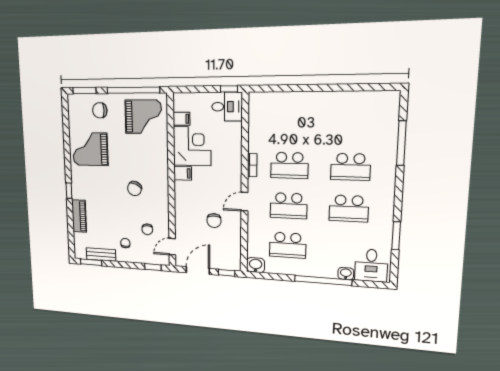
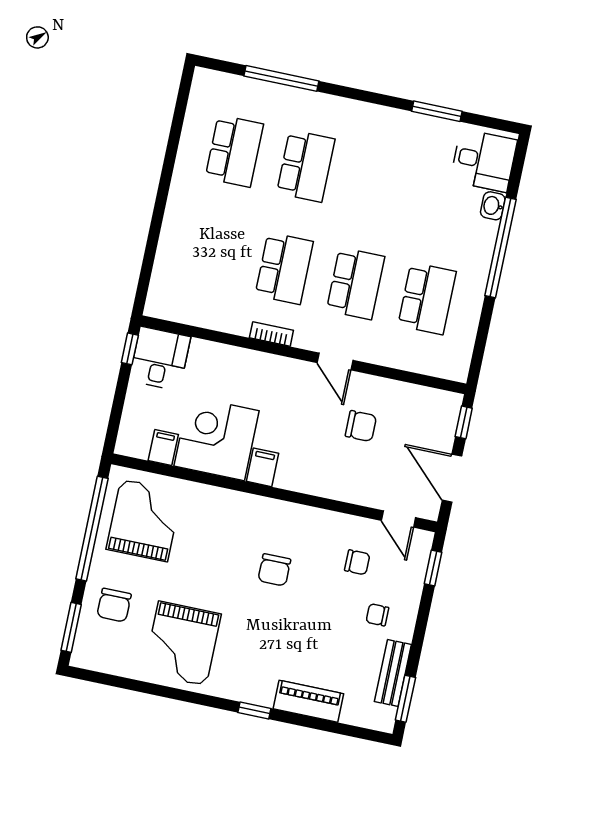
chair: (135, 189) -> (274, 570), turned 66
school desk: (349, 208) -> (234, 151), moved
washbasin: (256, 265) -> (456, 364), removed

